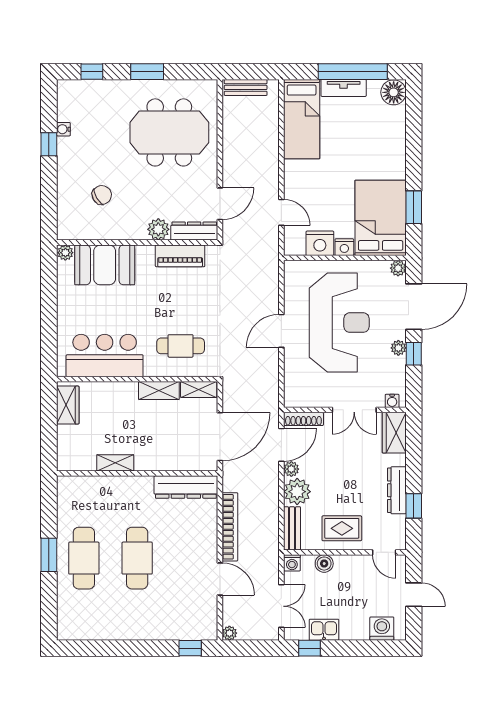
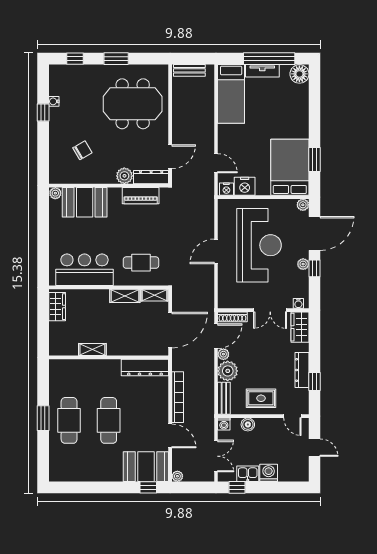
nightstand: (344, 247) -> (226, 189), moved
booth: (187, 620) -> (146, 467), added
washing machine: (382, 629) -> (269, 473), moved

